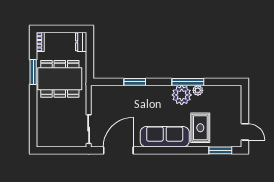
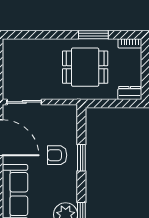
dining table: (60, 79) -> (85, 67), width x0.73
armchair: (133, 102) -> (57, 155), added

